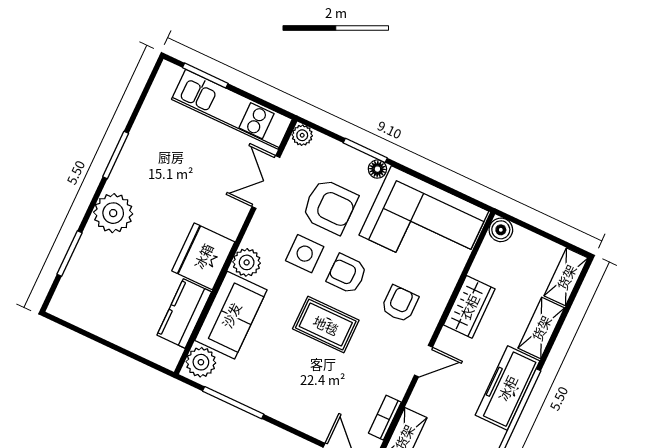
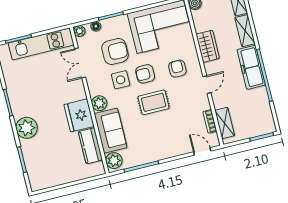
floor lamp: (377, 169) -> (96, 26), moved

